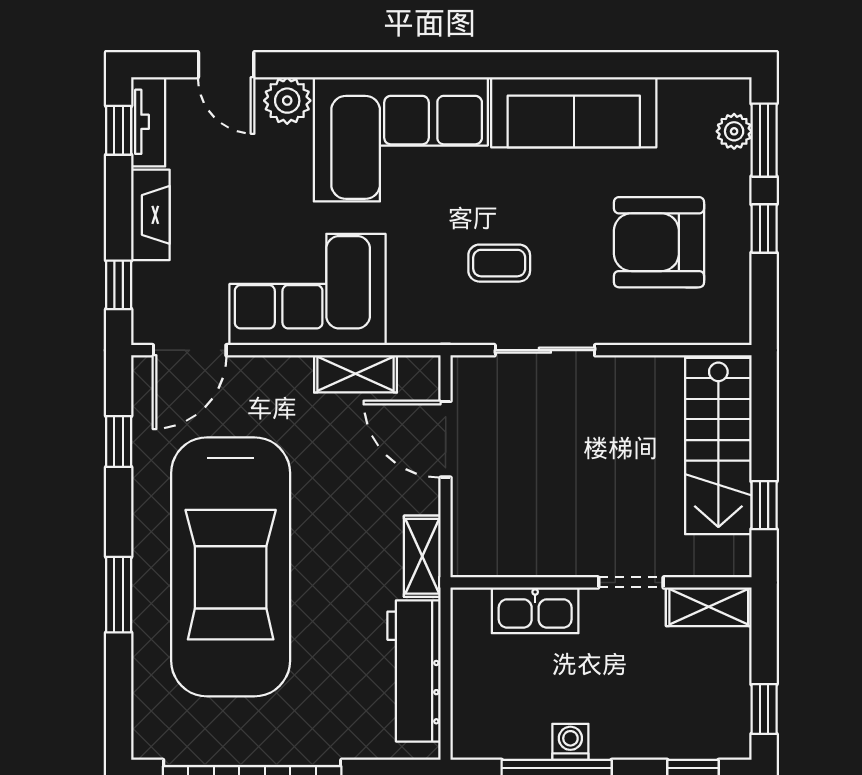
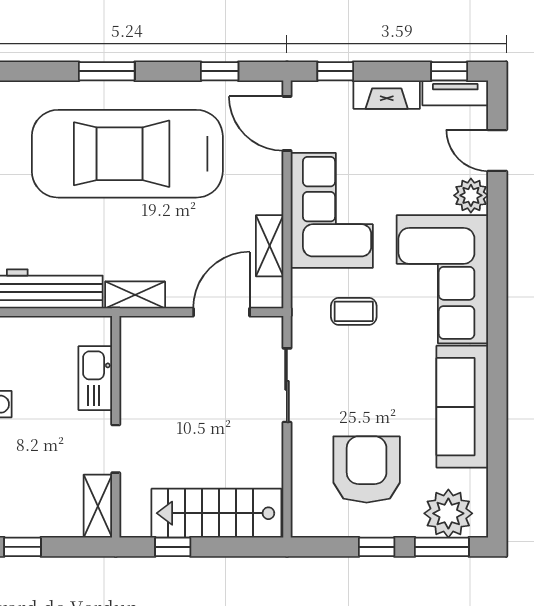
door: (226, 65) -> (497, 150), hinge flipped
plant: (734, 131) -> (448, 513), width x1.88, depth x1.88
coffee table: (499, 263) -> (354, 311), moved, turned 90

